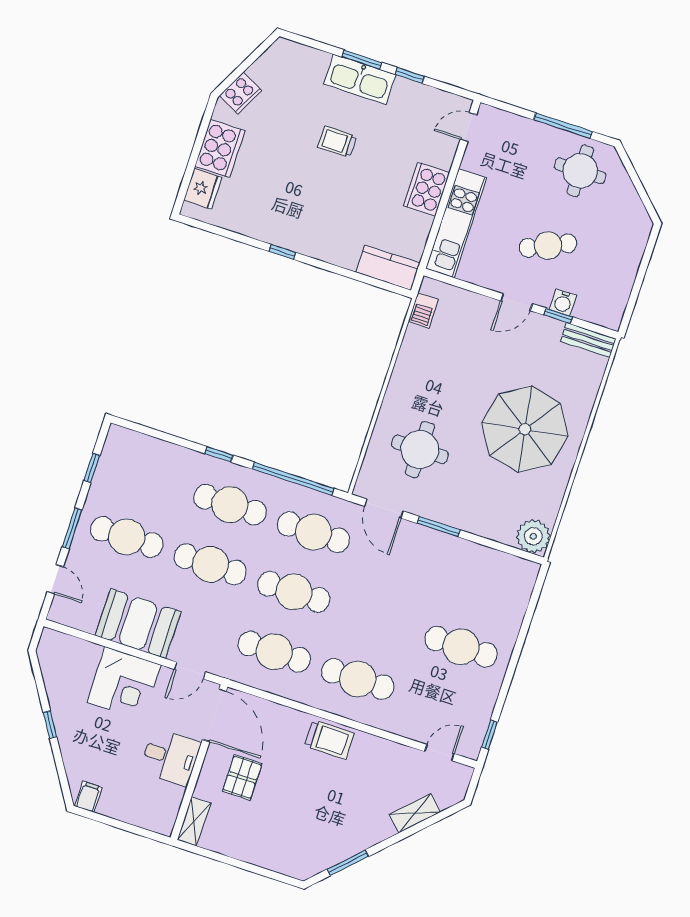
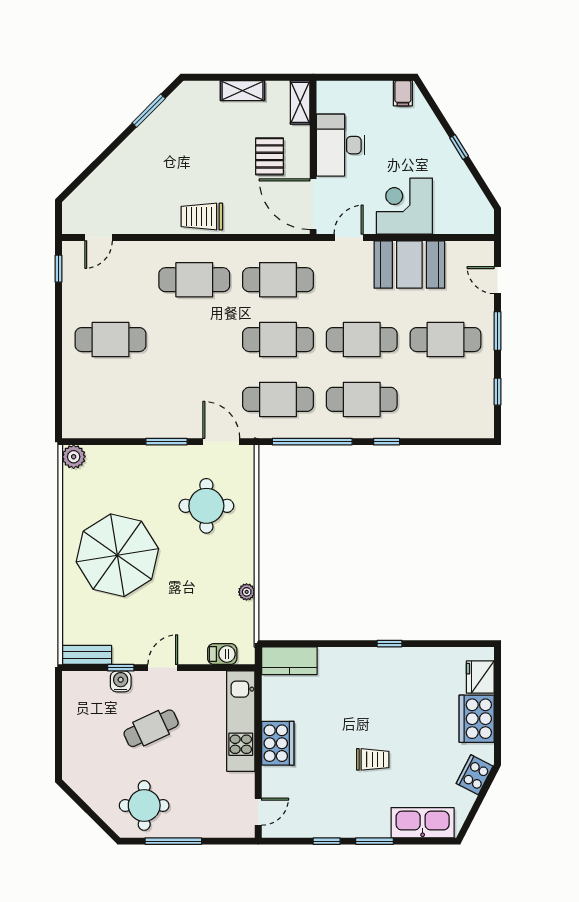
kitchen sink: (360, 79) -> (423, 823), moved
barbecue: (423, 310) -> (222, 654), moved, turned 90
plant: (408, 350) -> (247, 592), added
plant: (533, 536) -> (74, 457), width x0.73, depth x0.73
desk: (170, 757) -> (341, 145), width x1.37
shelving: (415, 813) -> (242, 91), moved, turned 45

